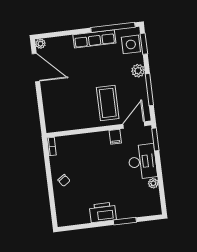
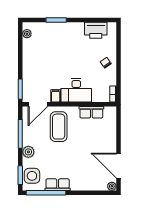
row of seats: (94, 39) -> (58, 185), width x0.68
row of seats: (73, 123) -> (91, 112), added
desk: (142, 162) -> (76, 90), moved, turned -90
plant: (153, 183) -> (27, 34), moved
printer: (103, 212) -> (96, 30), moved

